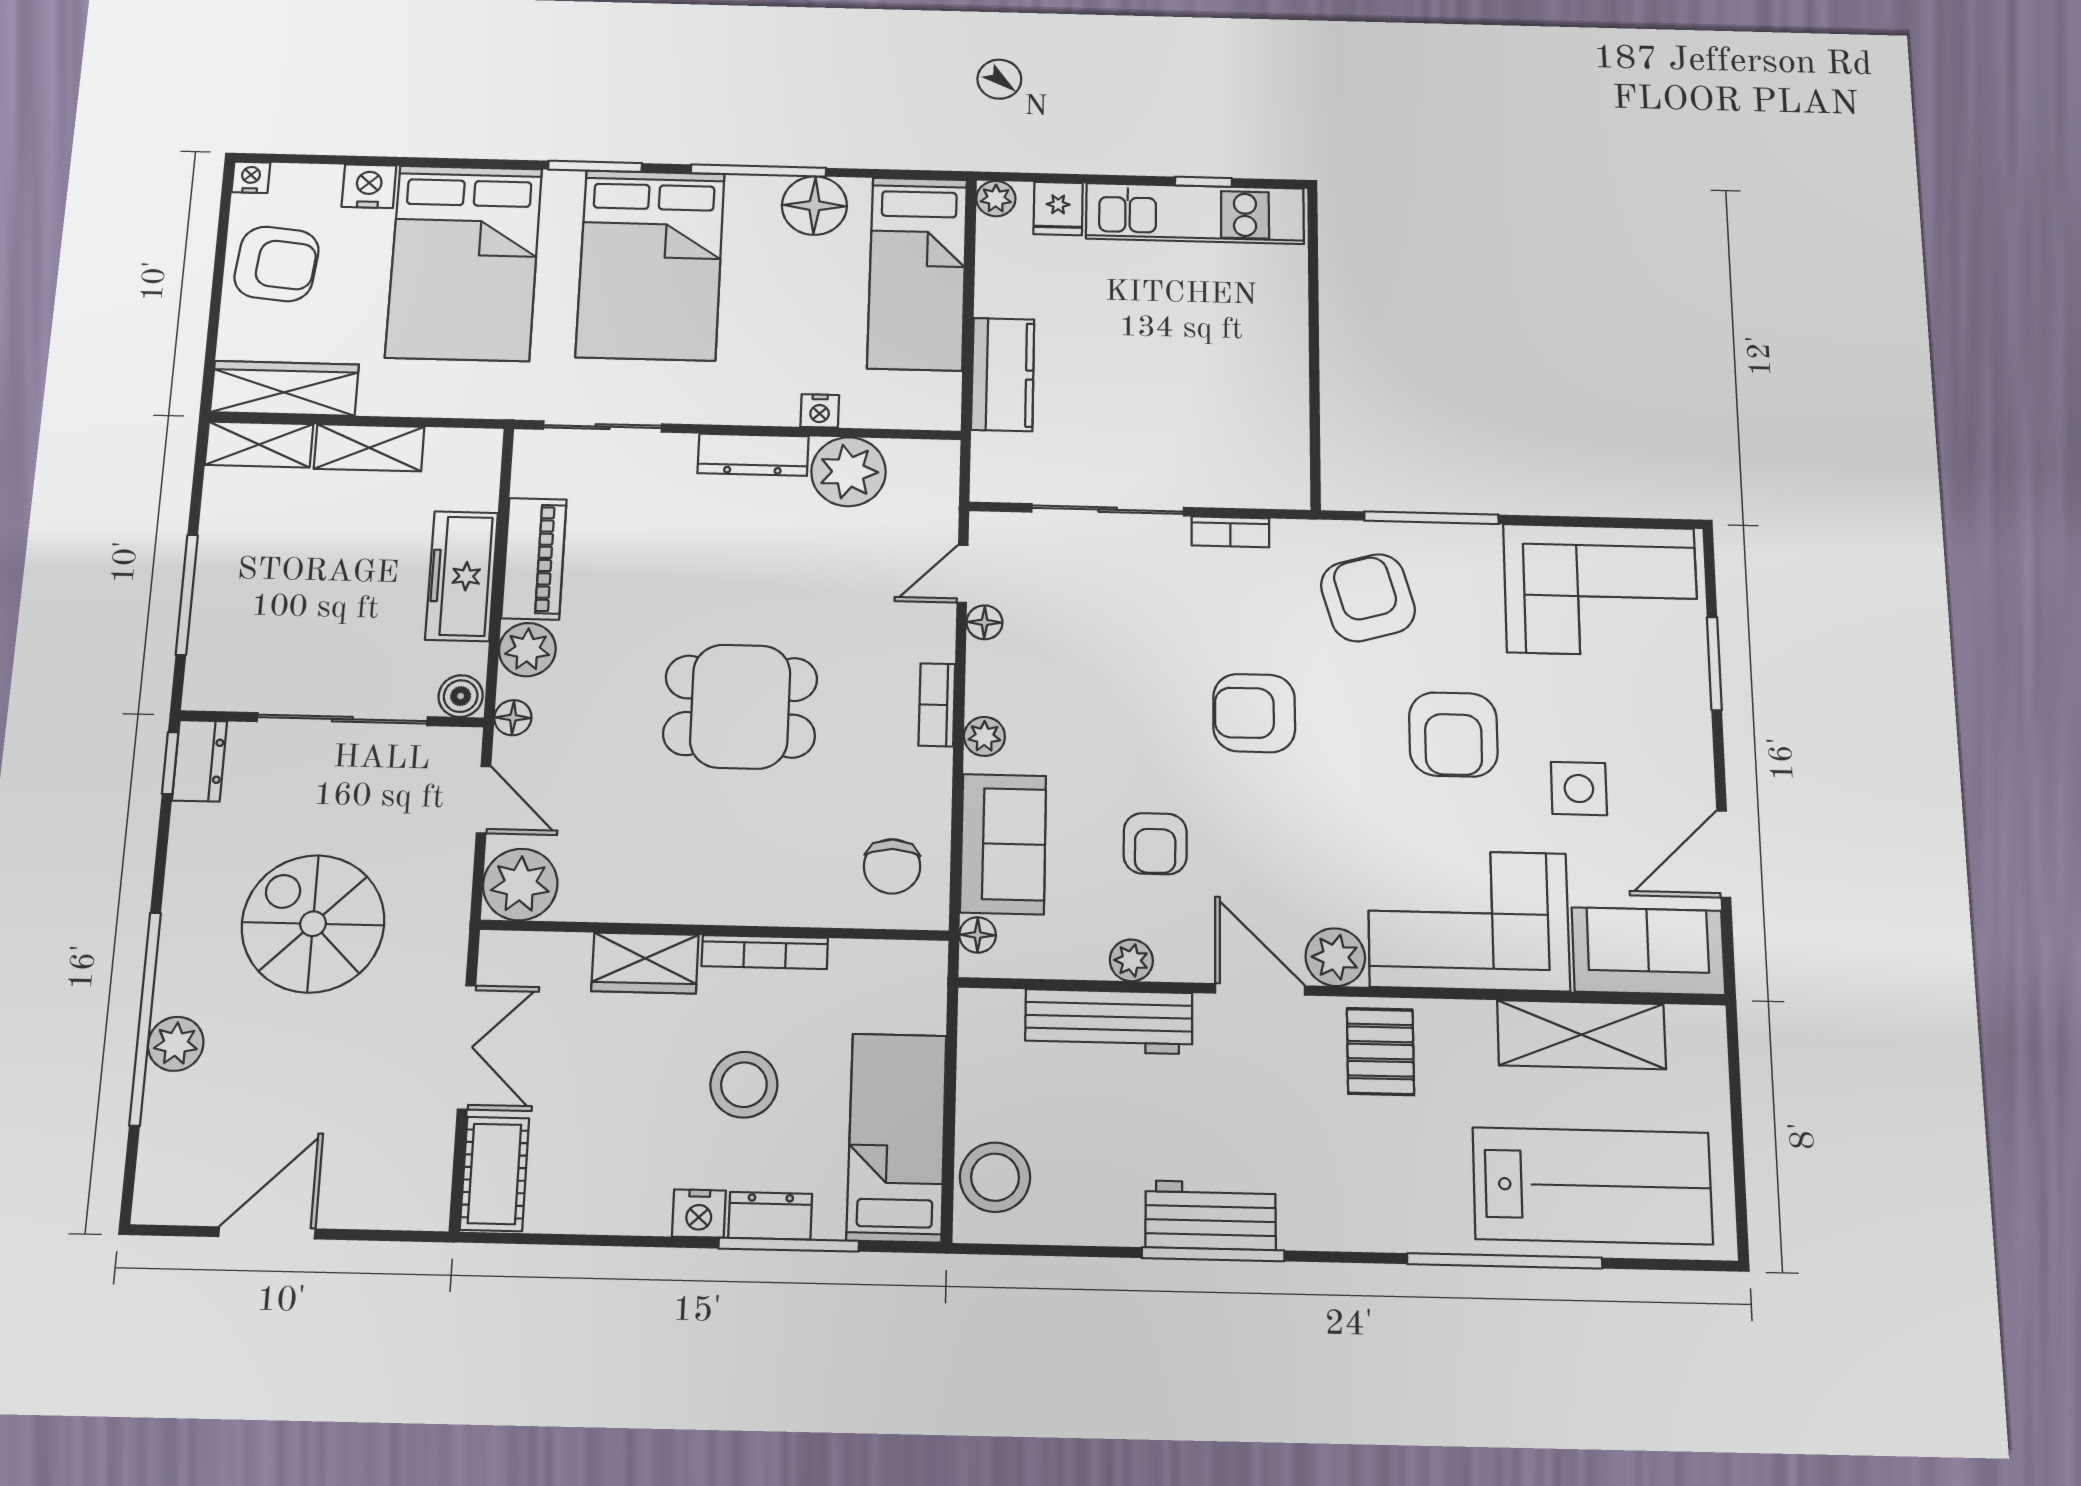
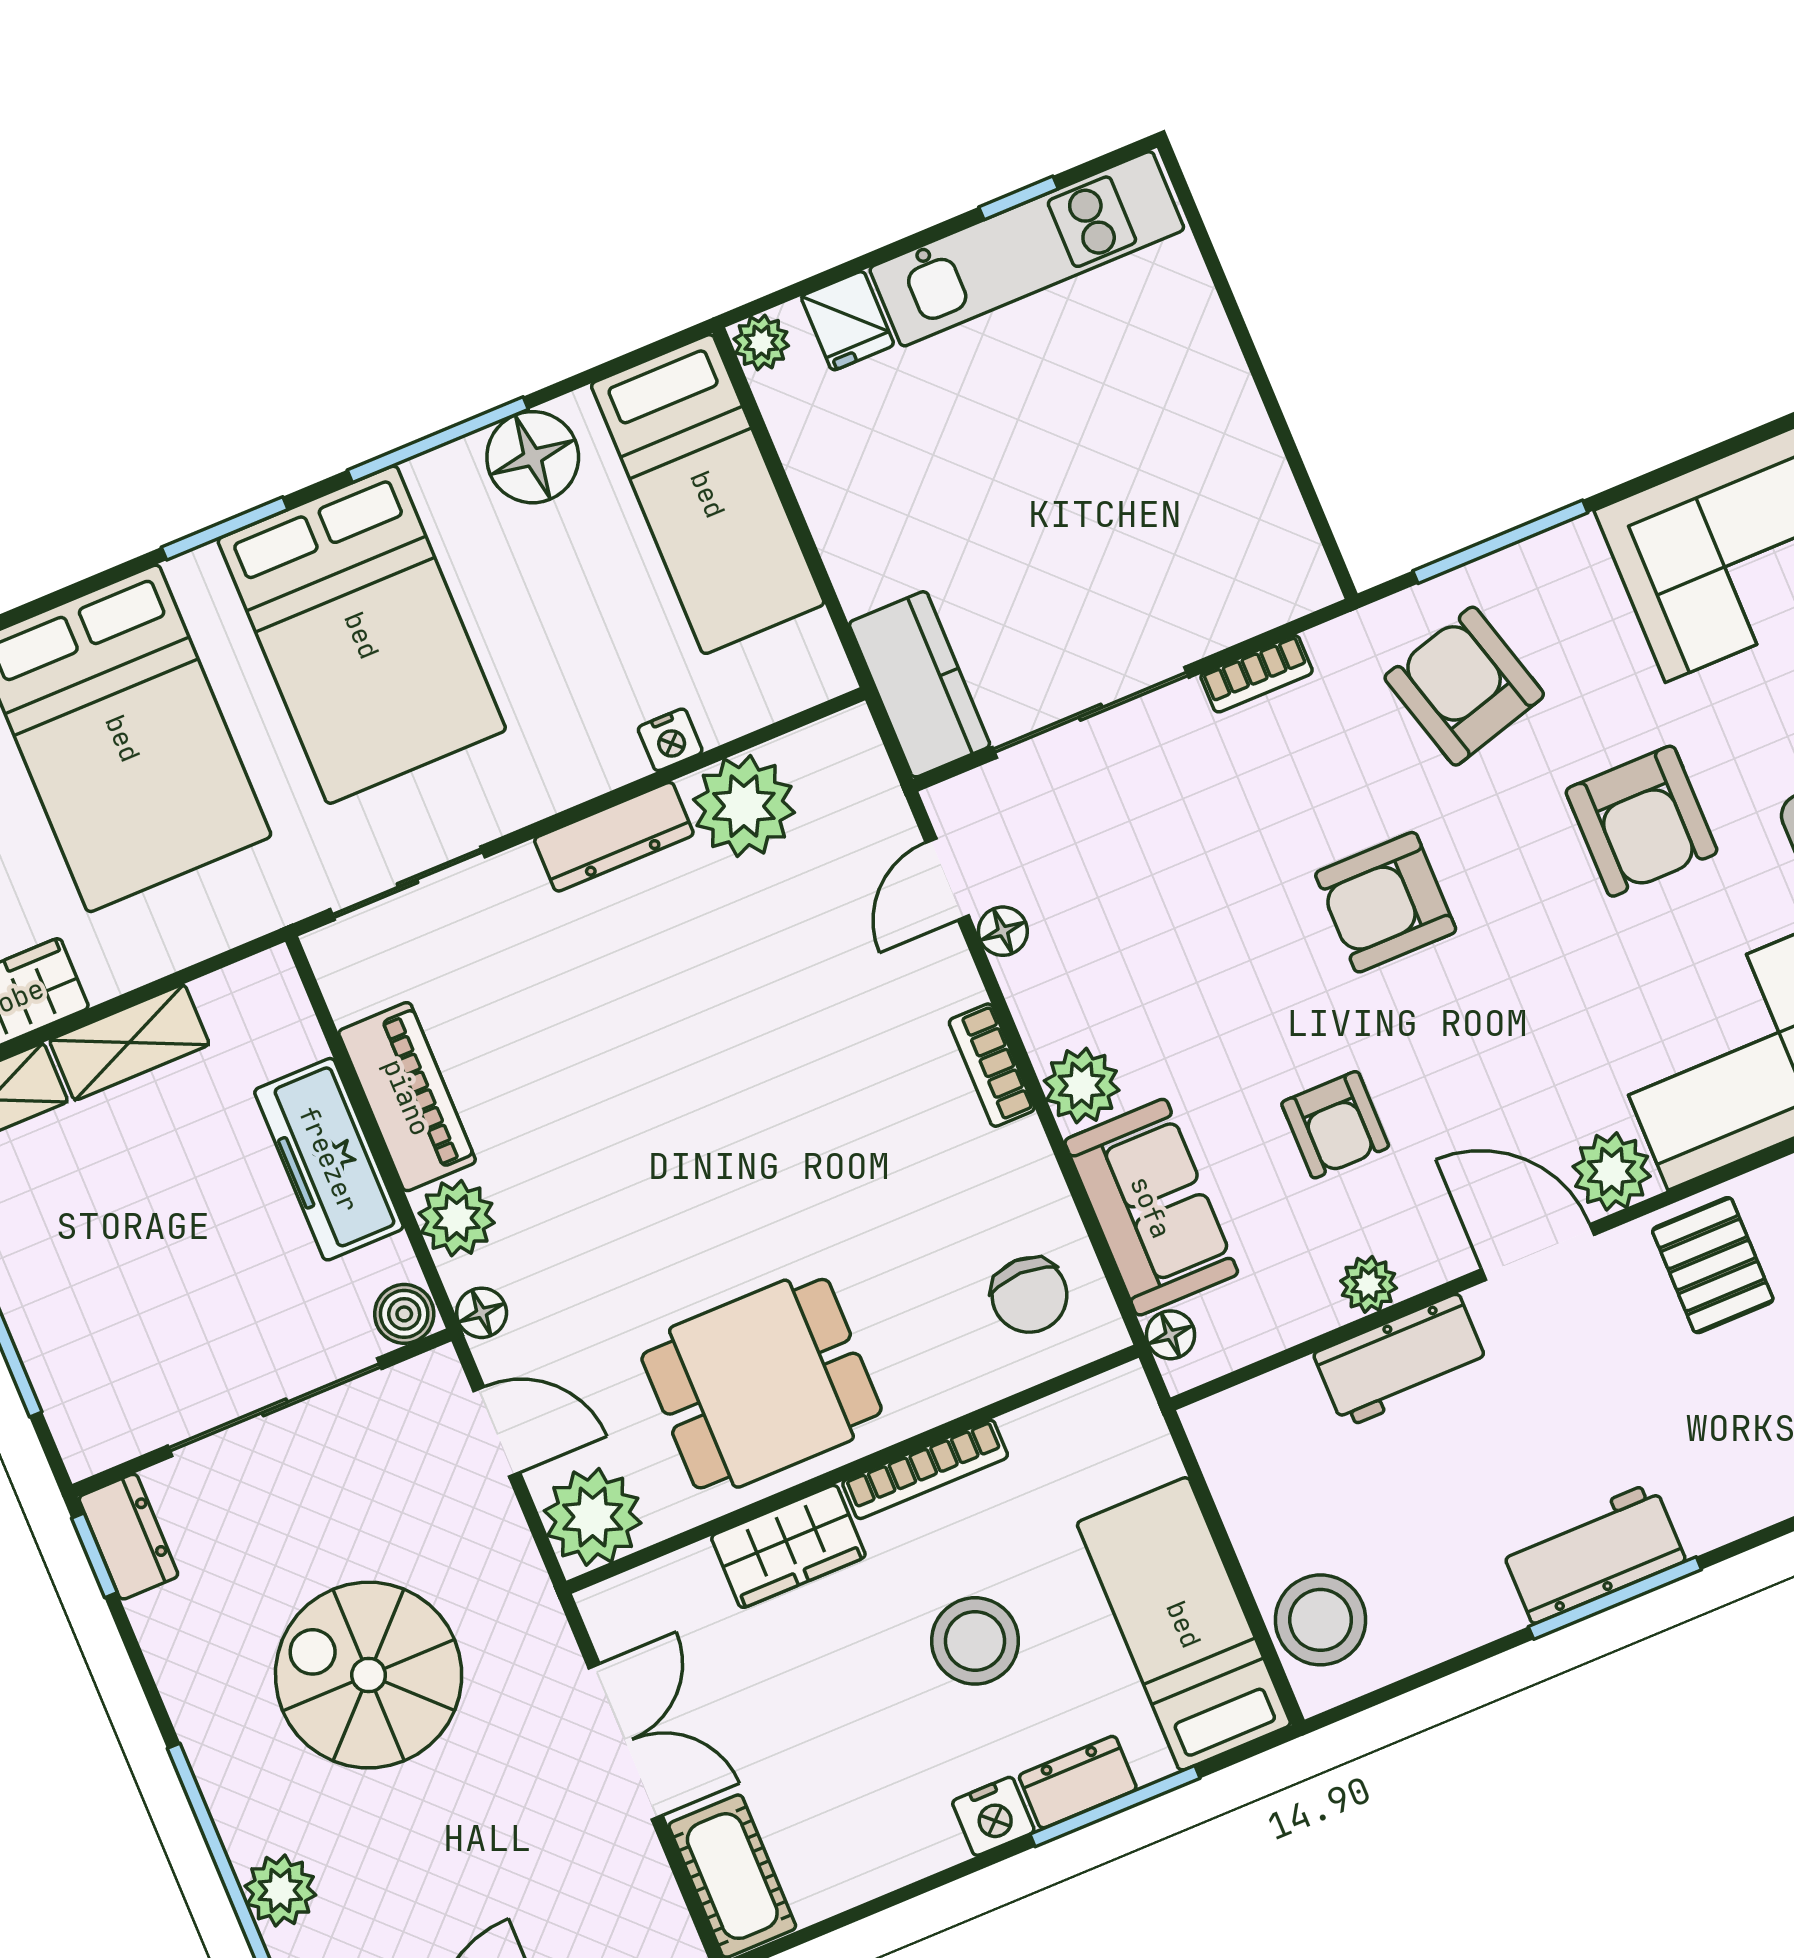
kitchen counter: (1003, 374) -> (919, 684), moved
dining table: (740, 707) -> (761, 1384), moved
plant: (984, 736) -> (1082, 1086), width x1.38, depth x1.38
workbench: (1109, 1022) -> (1401, 1361), width x0.73

